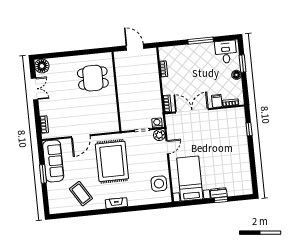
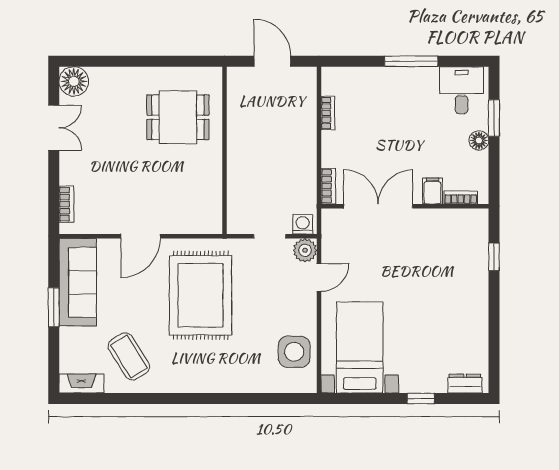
dresser: (219, 193) -> (465, 384), moved
fireplace: (116, 203) -> (81, 384), moved

